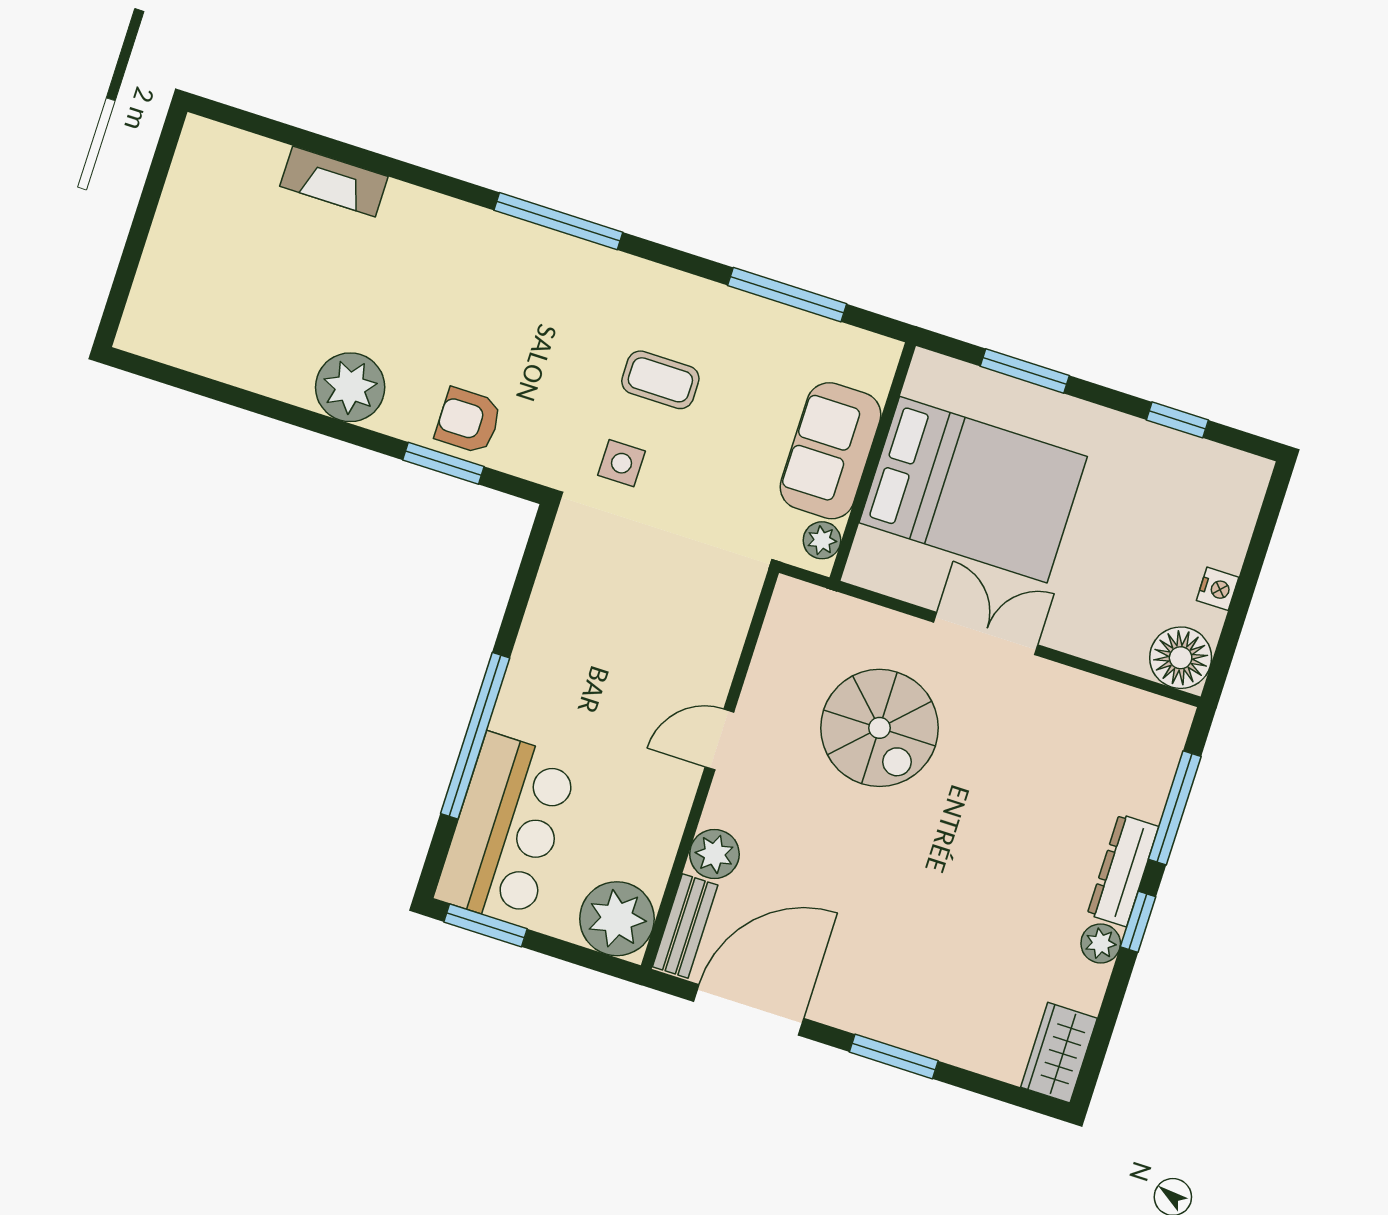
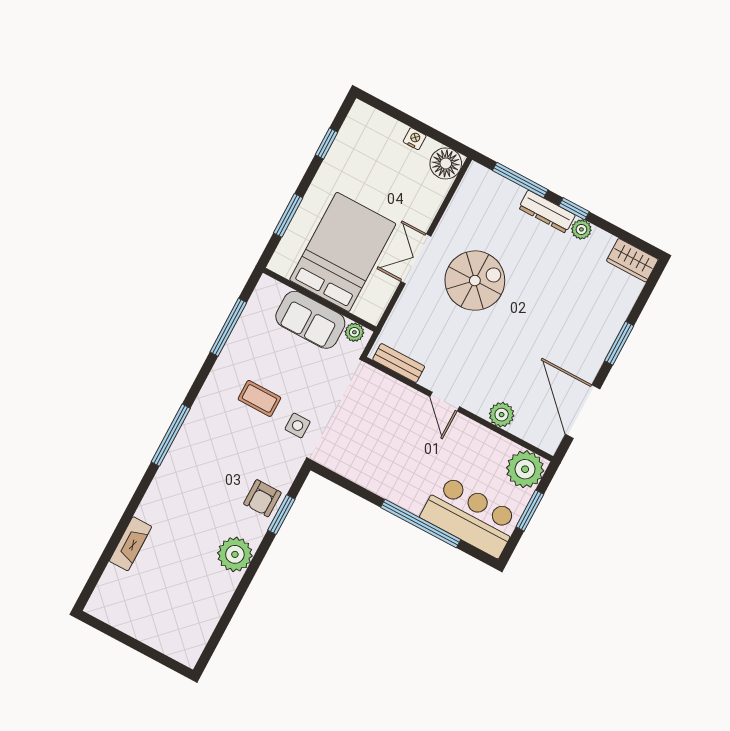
coffee table: (660, 380) -> (259, 398), turned 90
spiral stairs: (880, 728) -> (475, 281), moved
window: (485, 925) -> (530, 511), moved
bench: (685, 926) -> (399, 363), moved

